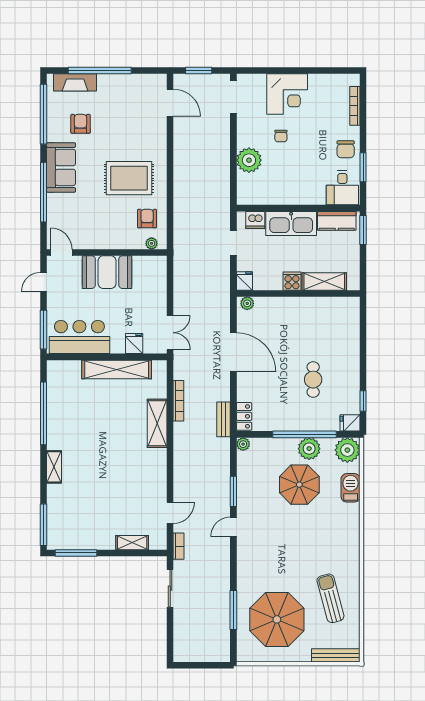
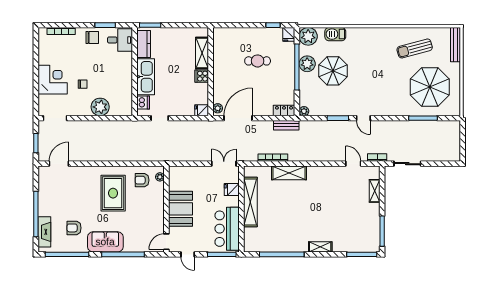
fridge: (244, 281) -> (202, 110), moved
cooker: (292, 281) -> (202, 76), moved
shelving: (324, 282) -> (202, 53), moved
wall: (298, 294) -> (211, 72), moved
plant: (247, 303) -> (218, 108), moved

